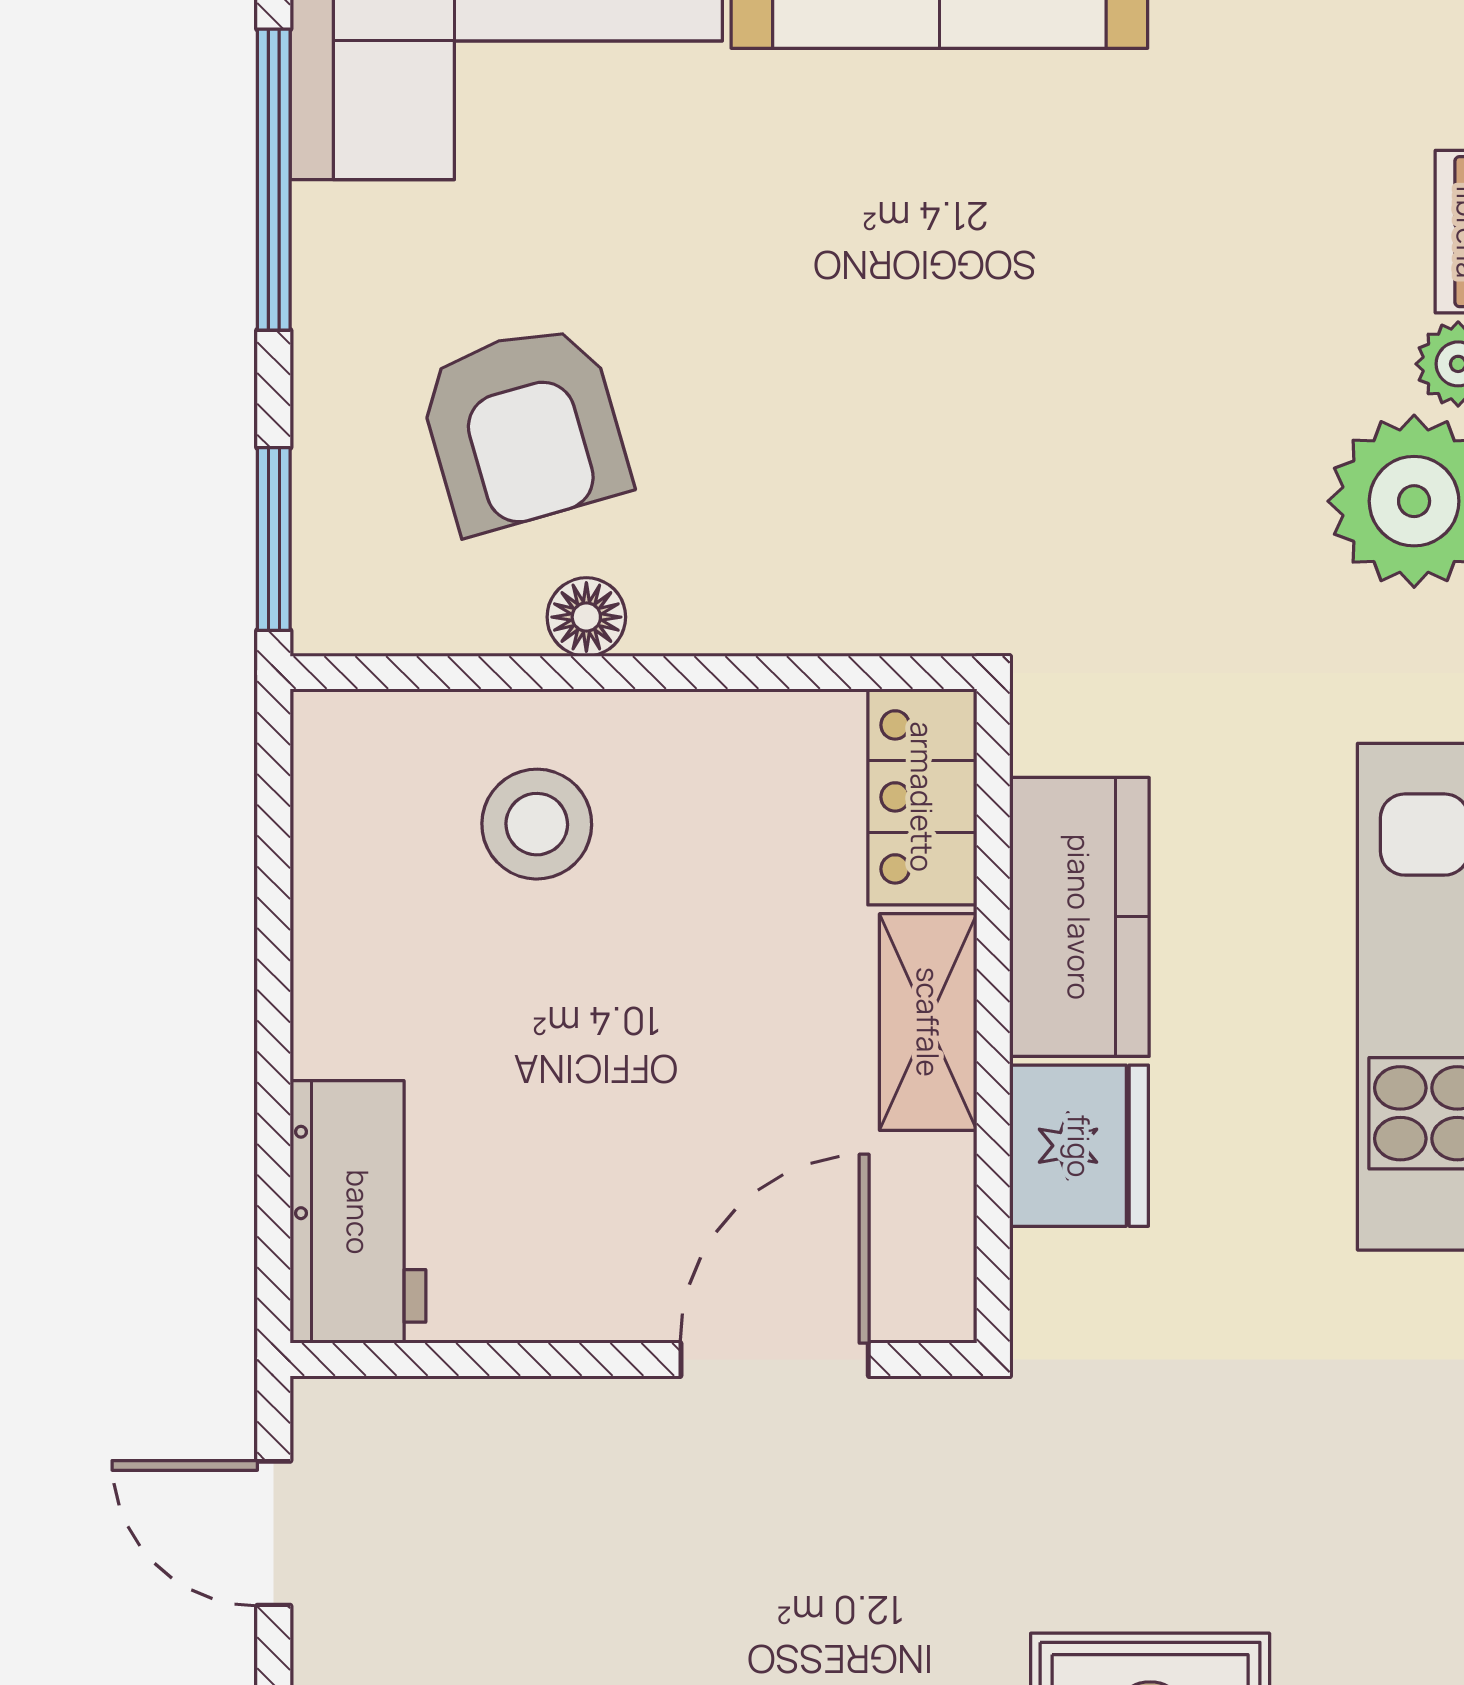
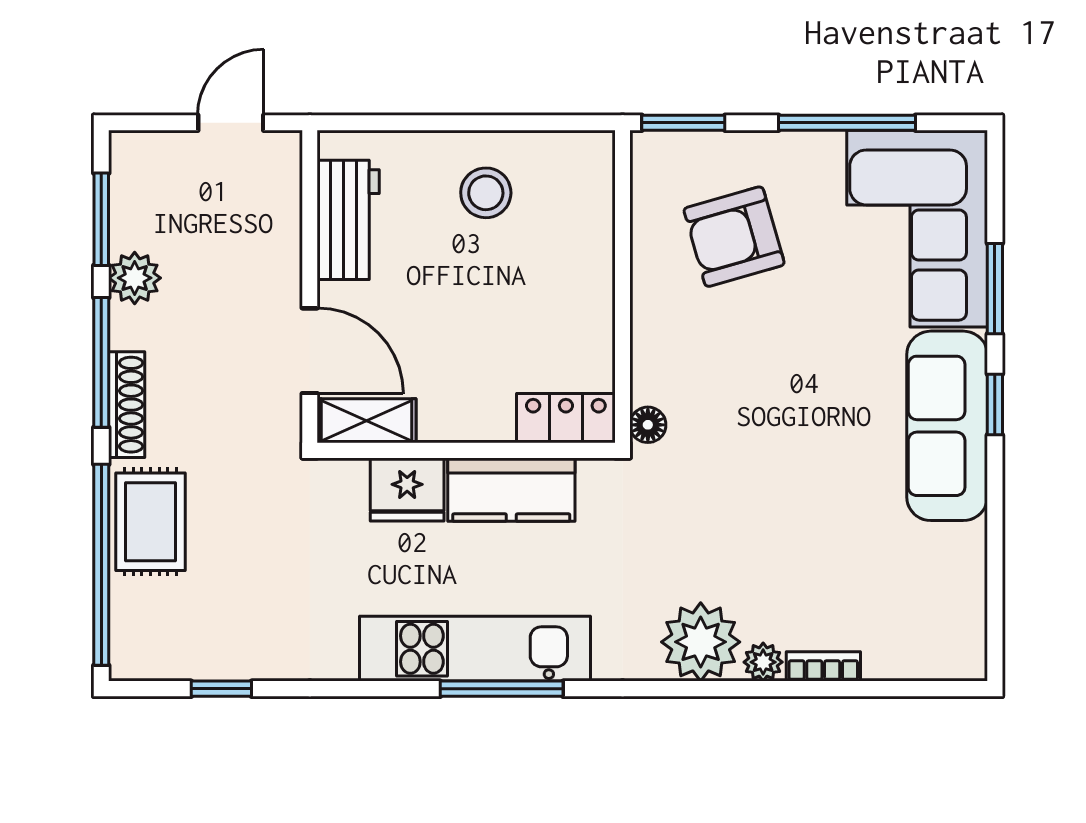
floor lamp: (586, 617) -> (648, 425), moved
stool: (537, 824) -> (486, 193), moved
shelving: (928, 1022) -> (367, 421), moved
workbench: (358, 1212) -> (348, 220), moved, turned -90

